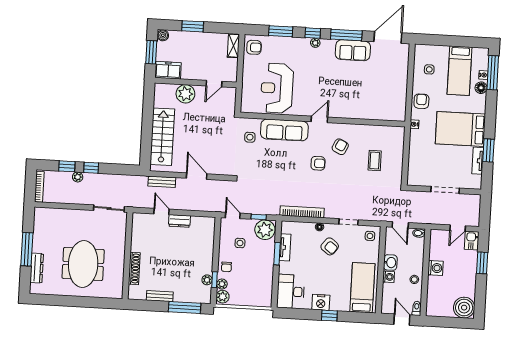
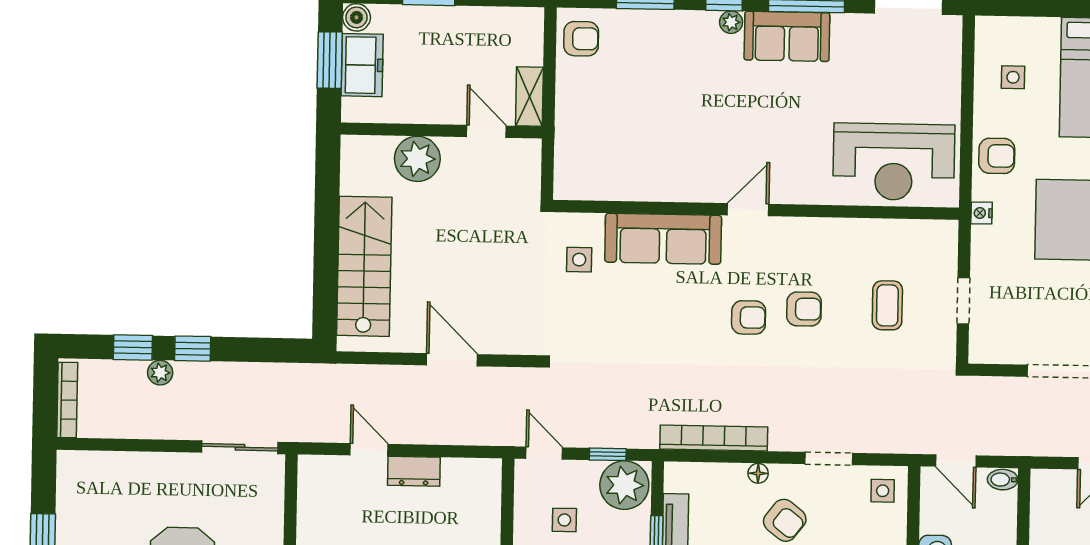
shelving: (233, 46) -> (529, 96), moved
sofa: (353, 50) -> (787, 36), moved
freezer: (168, 70) -> (362, 65), moved, turned 90
door: (214, 84) -> (486, 131), swing flipped
reception desk: (277, 88) -> (894, 162), moved, turned -90
armchair: (421, 101) -> (997, 156), turned 90
armchair: (340, 147) -> (804, 309), moved, turned 64
doorway: (406, 160) -> (963, 301), added
bench: (162, 182) -> (367, 377), removed

